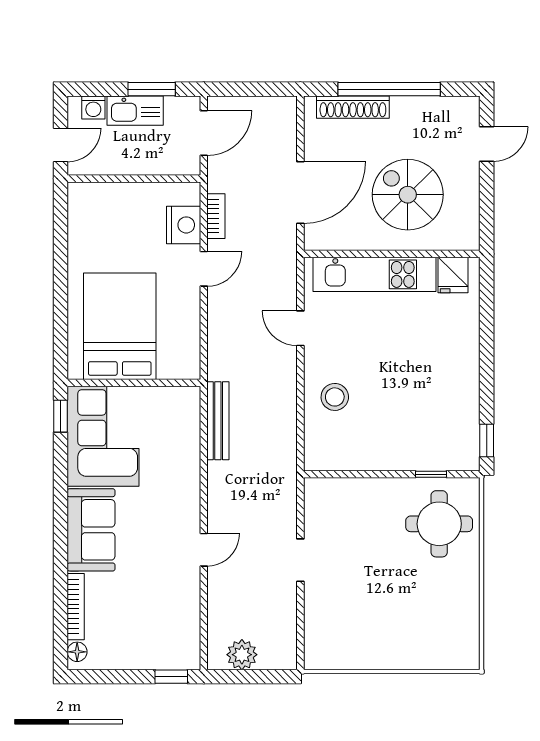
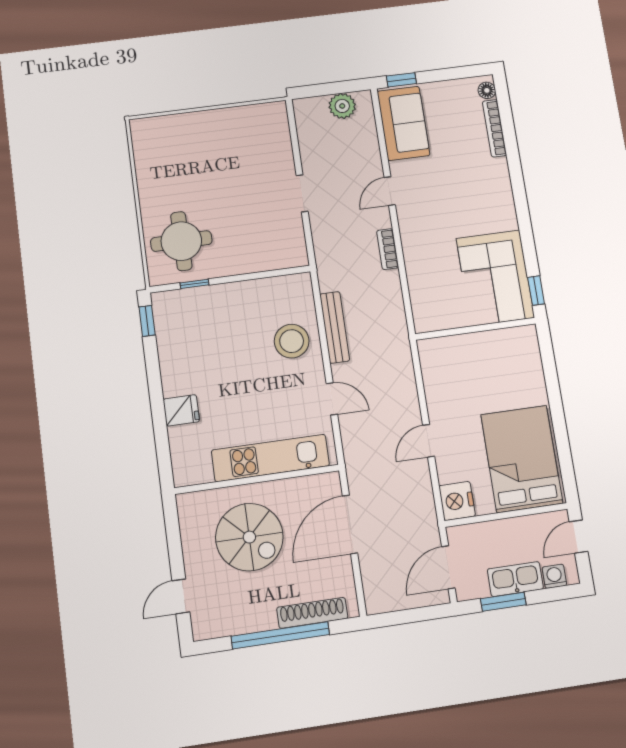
bookcase: (216, 216) -> (388, 249), moved
nightstand: (184, 225) -> (457, 501), moved
fridge: (453, 275) -> (181, 410), moved, turned 90
bed: (120, 326) -> (522, 459), moved, turned 180
stool: (335, 397) -> (292, 341), width x1.38, depth x1.38
bench: (218, 421) -> (335, 327), moved
sofa: (91, 530) -> (403, 123), moved, turned 180

